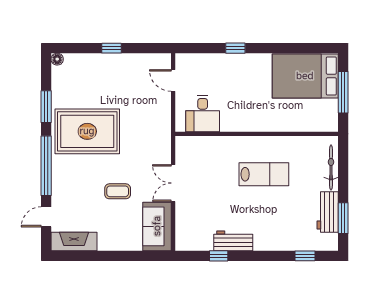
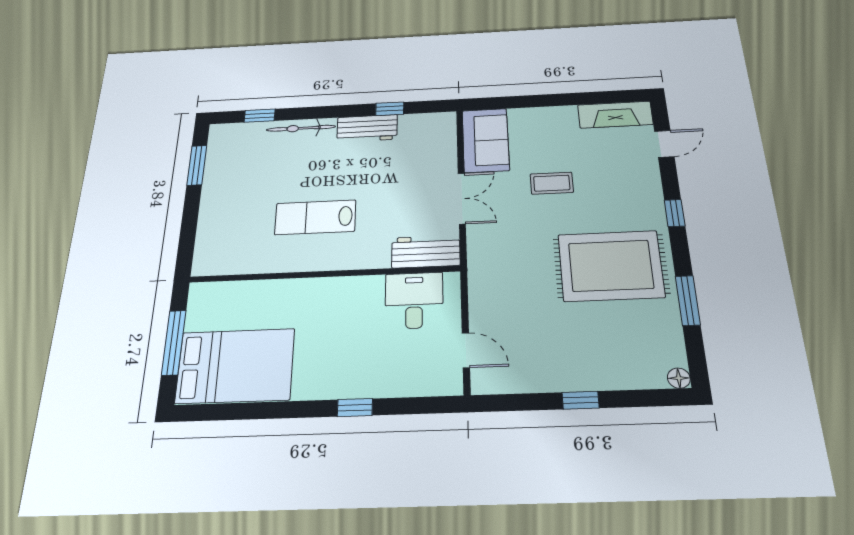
window: (46, 166) -> (675, 213), width x0.32
bicycle: (331, 167) -> (301, 128), moved, turned 90
workbench: (328, 212) -> (426, 252), moved, turned -90

